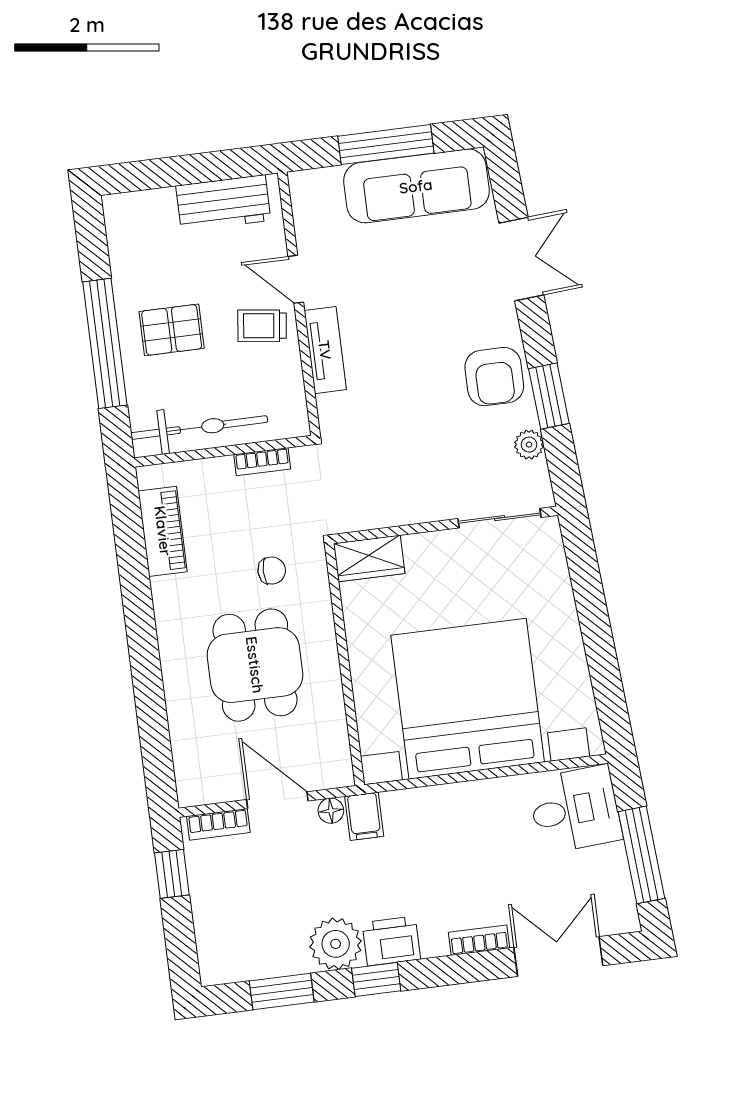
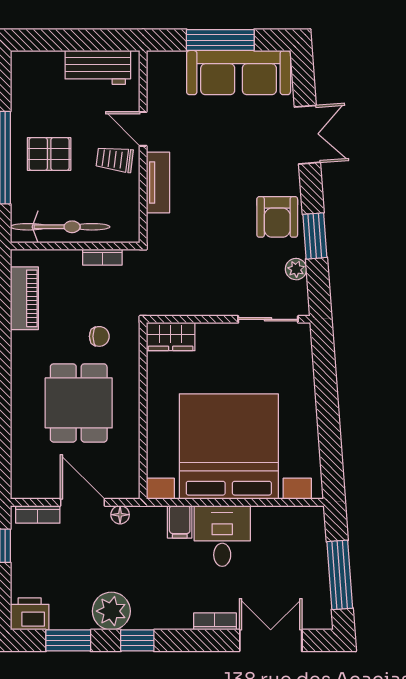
desk: (575, 810) -> (222, 536), moved, turned -86
filing cabinet: (364, 816) -> (180, 522), moved
printer: (391, 941) -> (30, 614), moved

